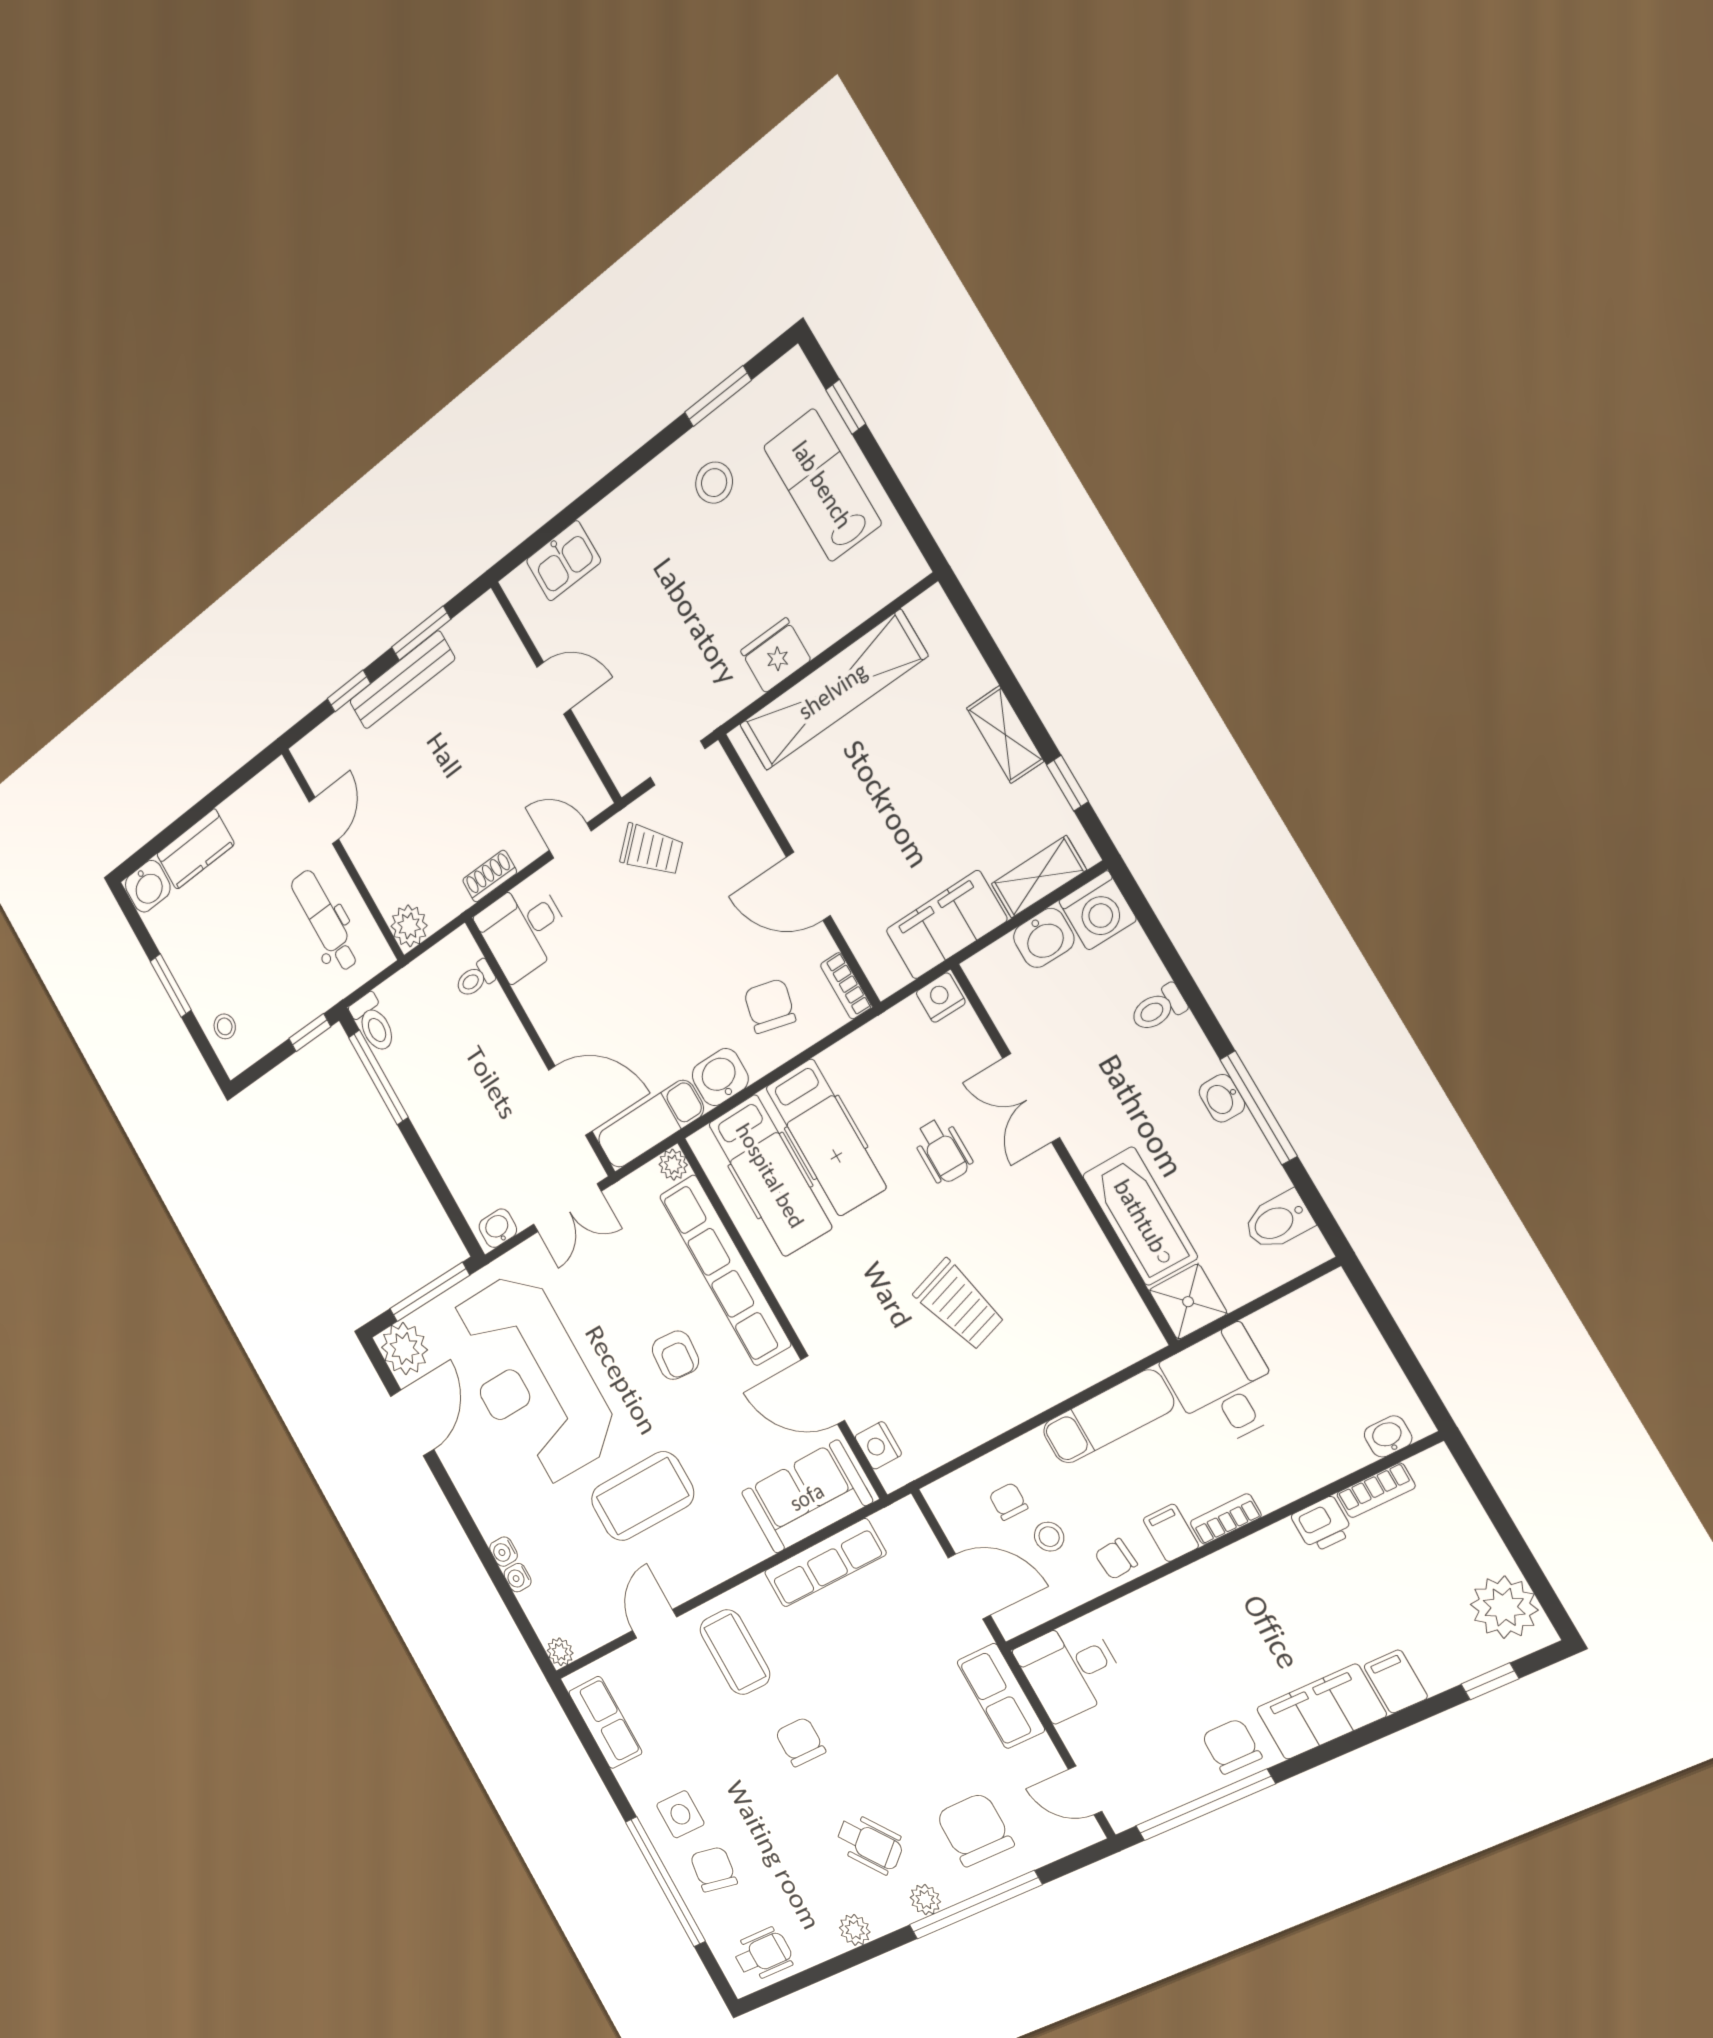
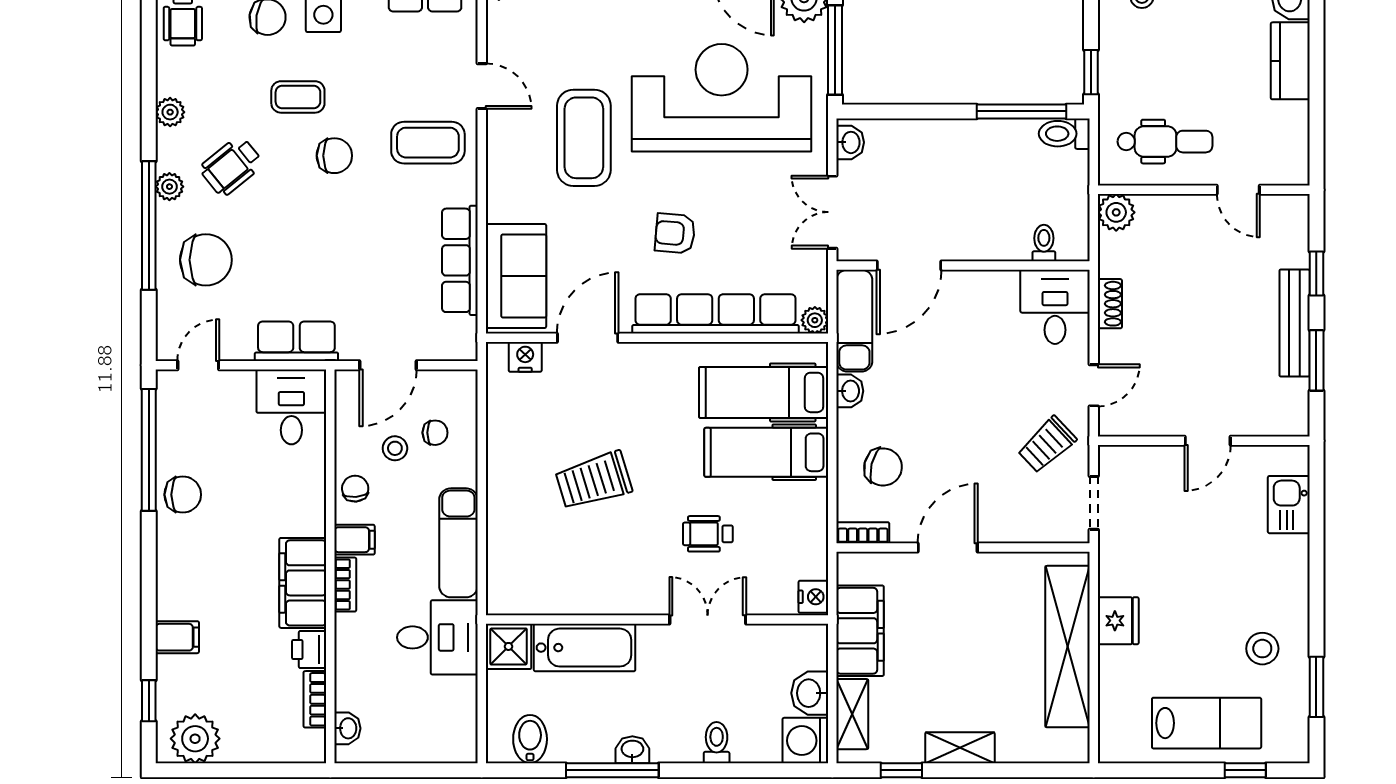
washbasin: (720, 1077) -> (850, 391), width x0.72, depth x0.69
filing cabinet: (1321, 1712) -> (303, 583), moved, turned 180
coffee table: (768, 1805) -> (298, 97), added

